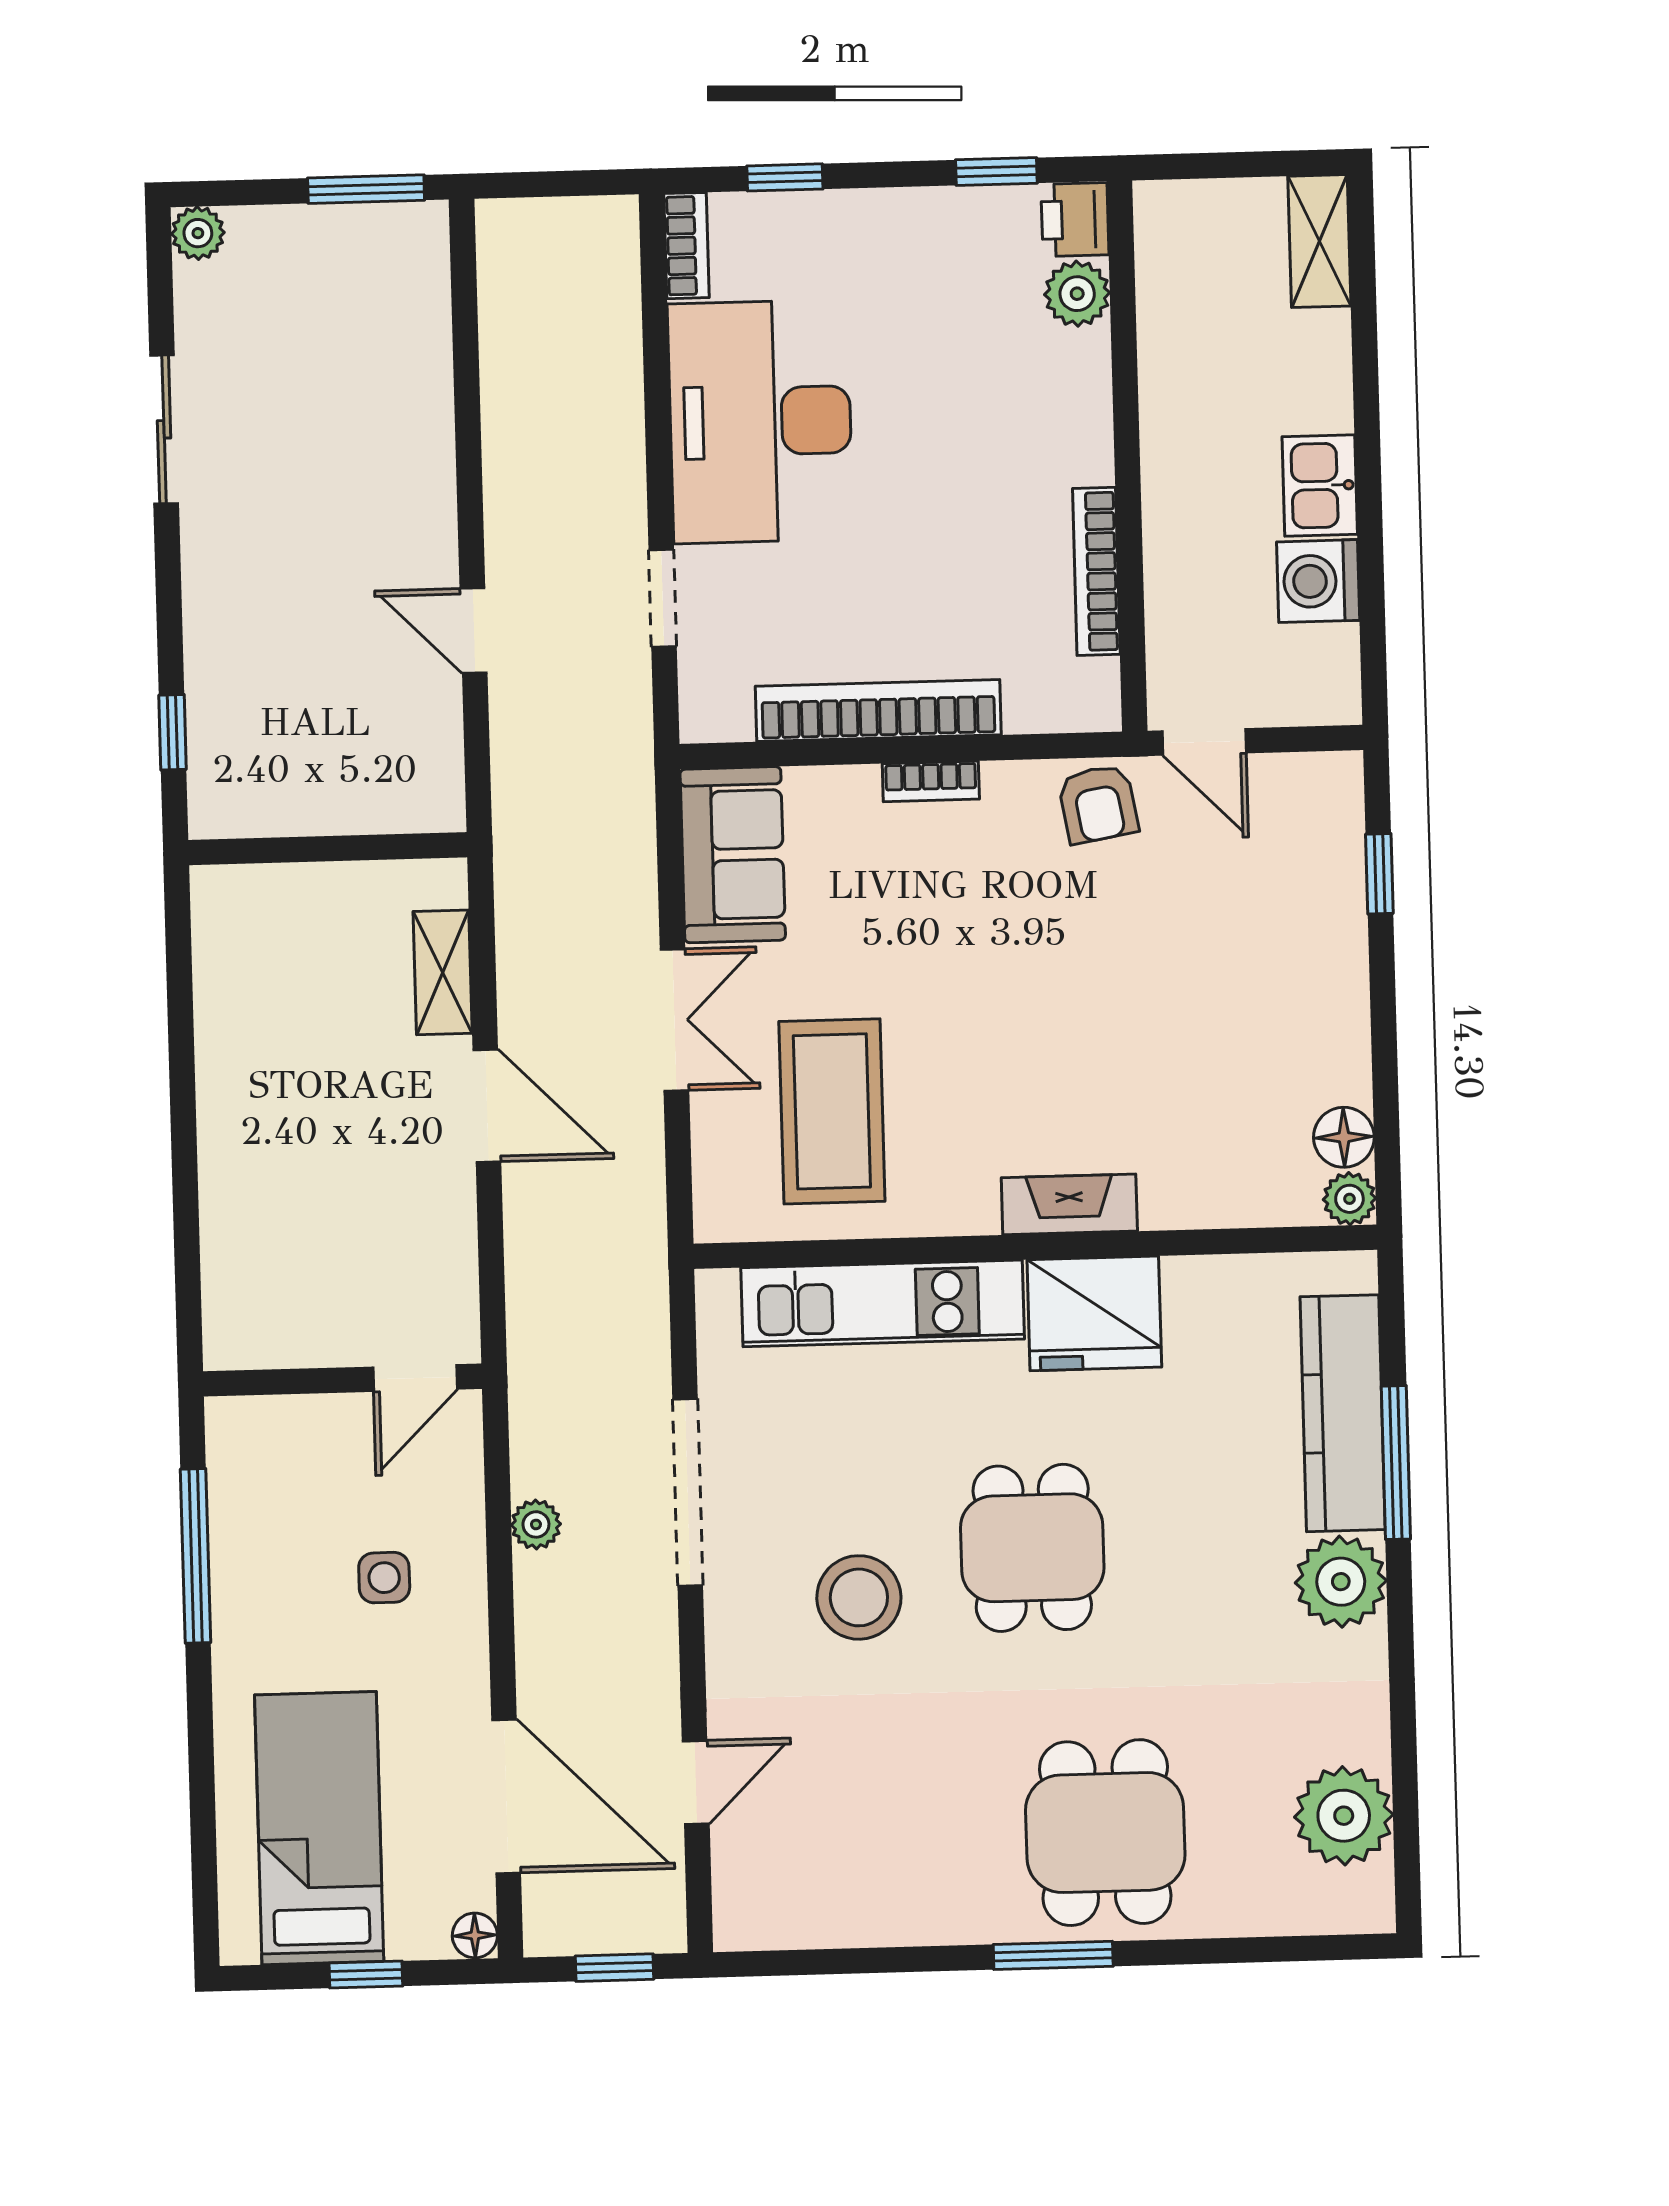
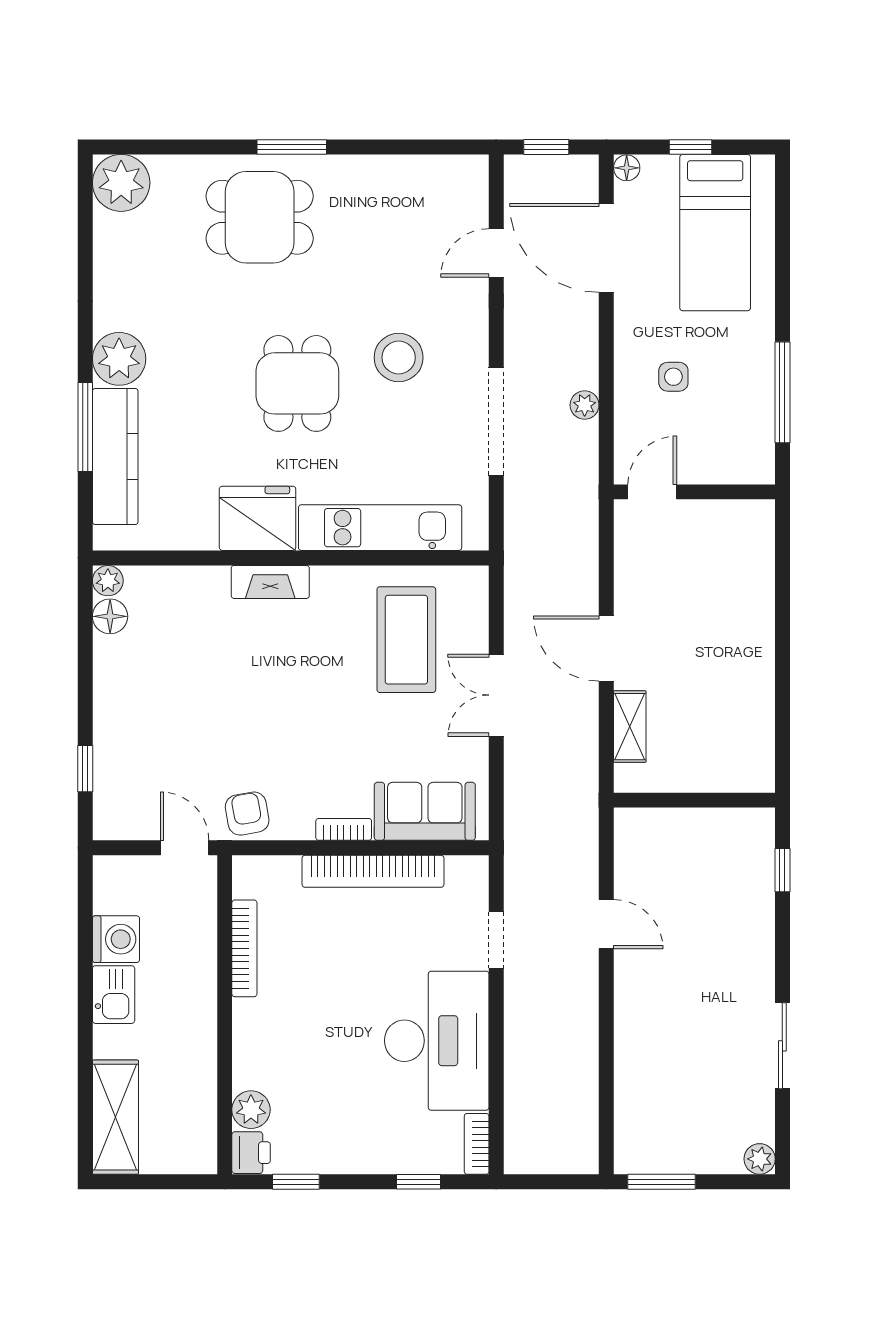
shelving: (1319, 241) -> (115, 1117), width x1.50, depth x1.33
sofa: (733, 855) -> (425, 811), moved, turned 90
plant: (1344, 1816) -> (121, 183), moved
dining table: (1105, 1833) -> (260, 217), turned 90

